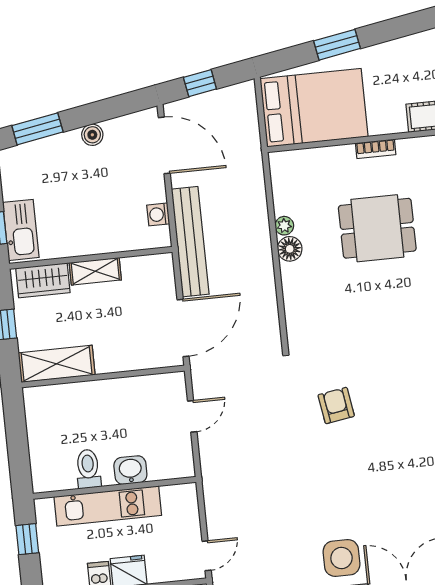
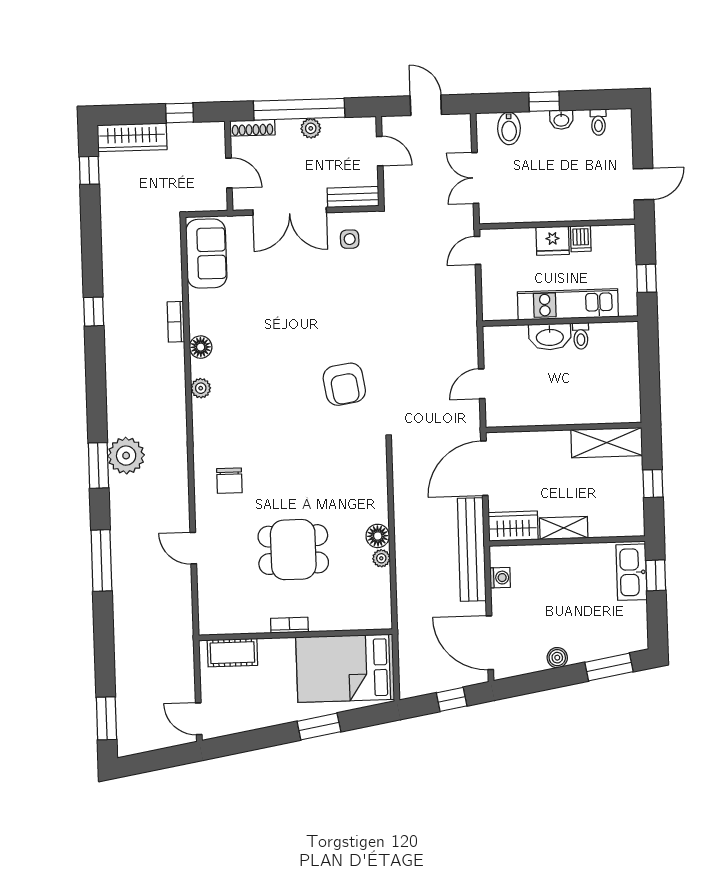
wardrobe: (43, 280) -> (513, 526), moved
armchair: (336, 405) -> (344, 384), width x1.38, depth x1.38
toilet: (88, 469) -> (581, 336), width x0.73, depth x0.72
washbasin: (130, 470) -> (550, 337), width x1.38
side table: (341, 558) -> (350, 239), width x0.54, depth x0.54

